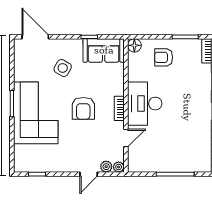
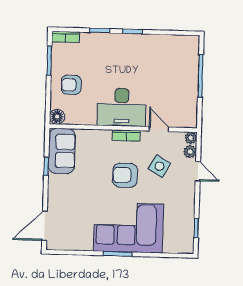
armchair: (164, 57) -> (71, 85), turned 90
side table: (63, 68) -> (159, 166), moved
armchair: (83, 108) -> (125, 175), turned 180

